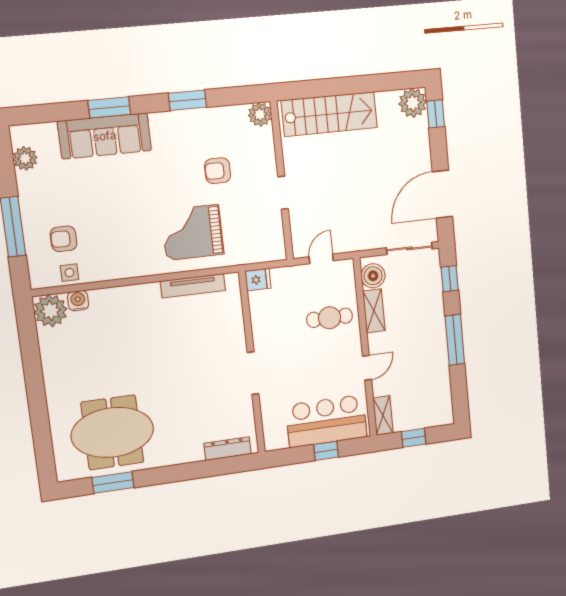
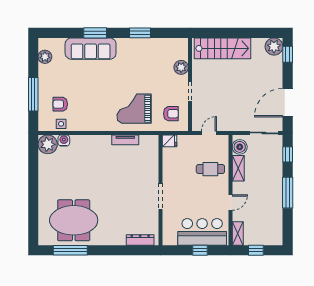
plant: (260, 114) -> (181, 67), moved
armchair: (218, 171) -> (171, 114), moved, turned 180
tv unit: (193, 286) -> (125, 140), width x0.71
window: (113, 482) -> (70, 250), width x1.44

